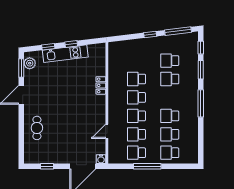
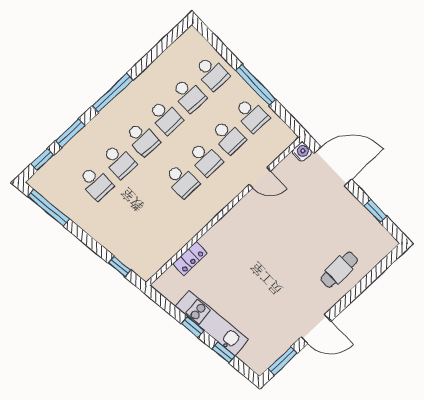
window: (150, 34) -> (120, 267), moved
plant: (30, 63) -> (266, 356), removed
school desk: (136, 79) -> (142, 139), moved
locker: (101, 85) -> (190, 258), moved

